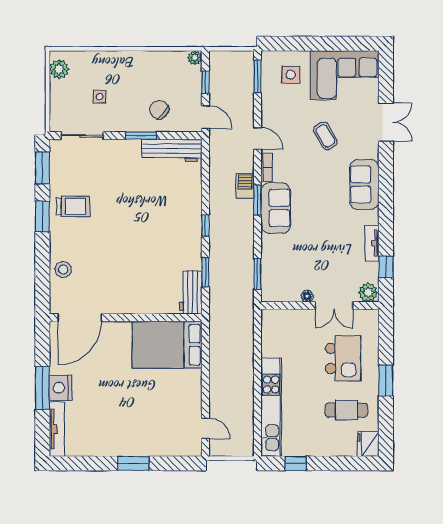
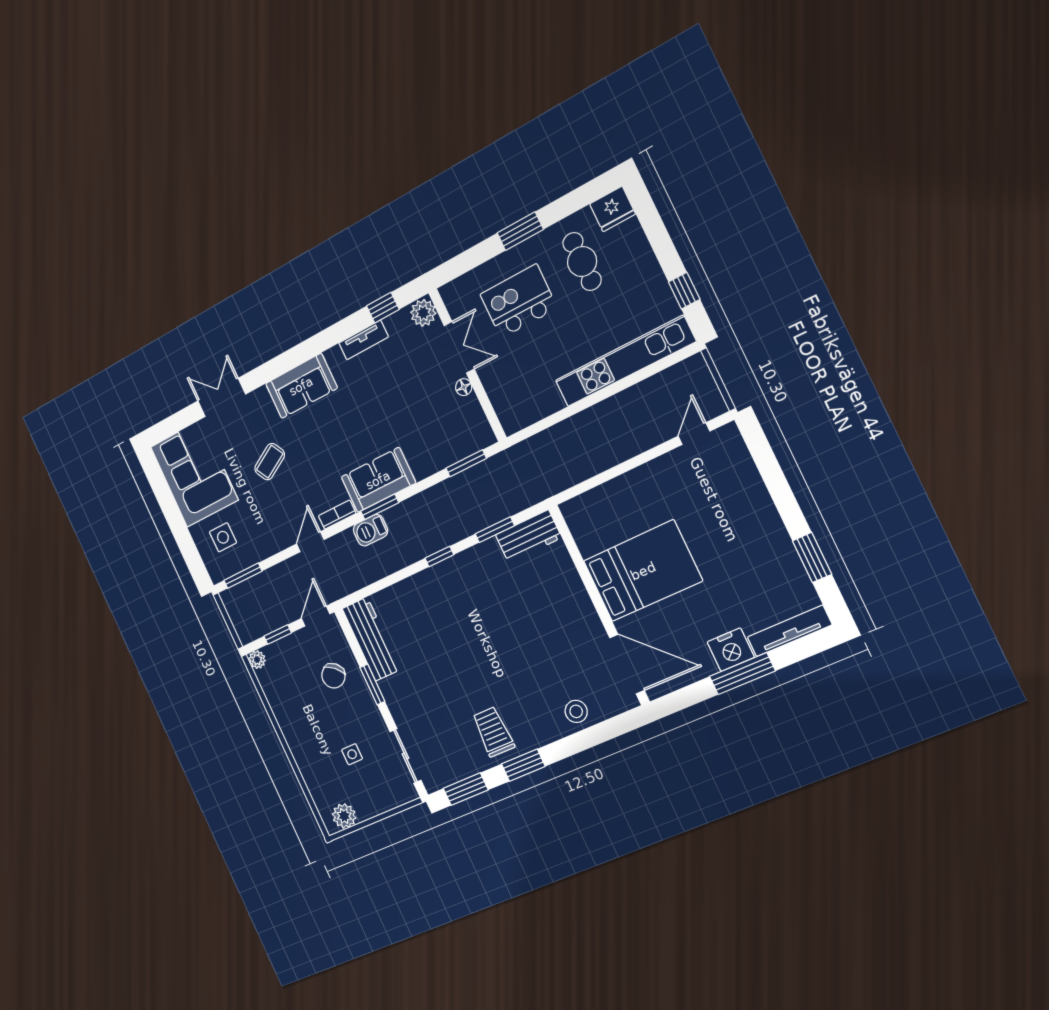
bed: (167, 345) -> (643, 571), moved, turned -90
window: (133, 463) -> (812, 558), moved

